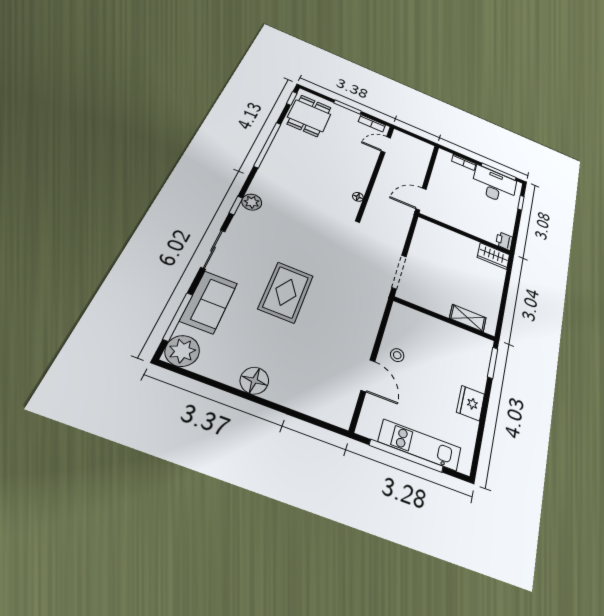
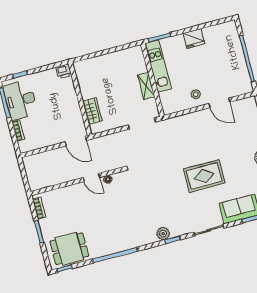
door: (386, 145) -> (91, 178), moved
wardrobe: (493, 256) -> (92, 111), moved
shelving: (468, 318) -> (146, 86), moved
door: (368, 376) -> (219, 103), swing flipped
kitchen unit: (420, 445) -> (158, 66), moved, turned 180

